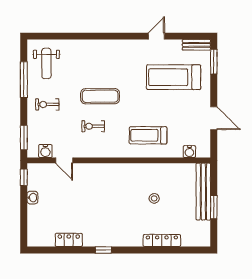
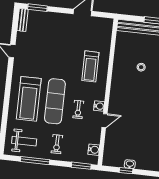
treadmill: (174, 77) -> (29, 99), moved
exercise mat: (100, 96) -> (55, 101), width x1.36, depth x1.45
water cooler: (189, 152) -> (99, 106), moved
door: (64, 160) -> (105, 121), moved
window: (24, 177) -> (126, 171), moved

